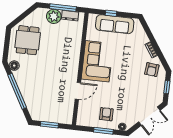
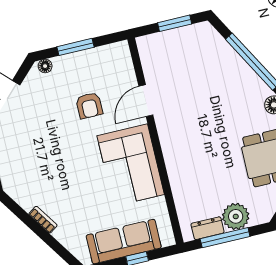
armchair: (152, 70) -> (29, 185), removed
armchair: (106, 114) -> (89, 105), moved

